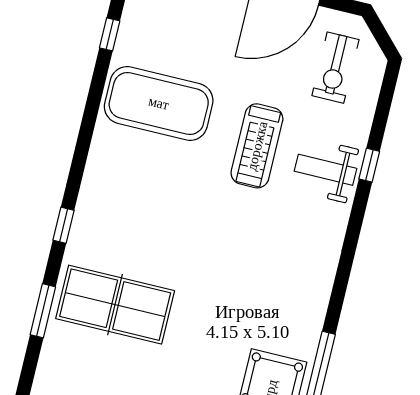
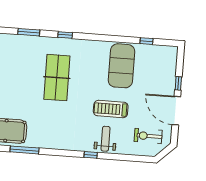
window: (369, 165) -> (91, 155), moved
table tennis table: (115, 305) -> (57, 78), moved

